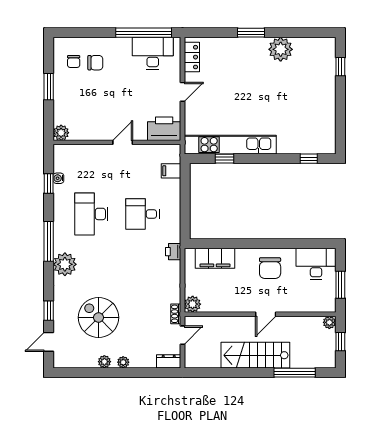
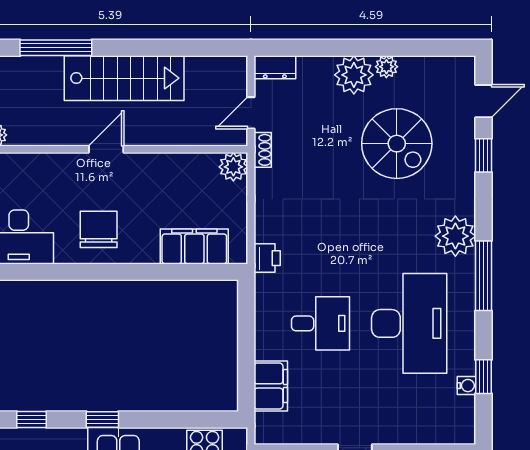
window: (225, 159) -> (102, 420), moved
filing cabinet: (171, 171) -> (271, 386), width x2.00
desk: (91, 214) -> (409, 323), width x1.36, depth x1.30
plant: (123, 362) -> (354, 75), width x1.87, depth x1.87

